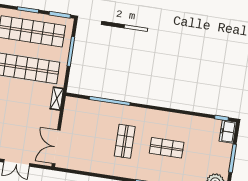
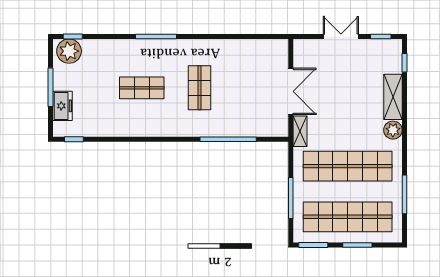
freezer: (228, 132) -> (63, 106), moved
double door: (56, 147) -> (291, 91), moved

